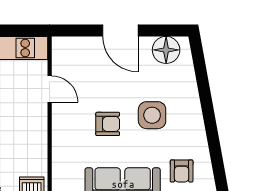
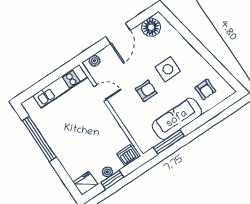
door: (120, 30) -> (118, 33), hinge flipped
plant: (69, 45) -> (95, 61), added

